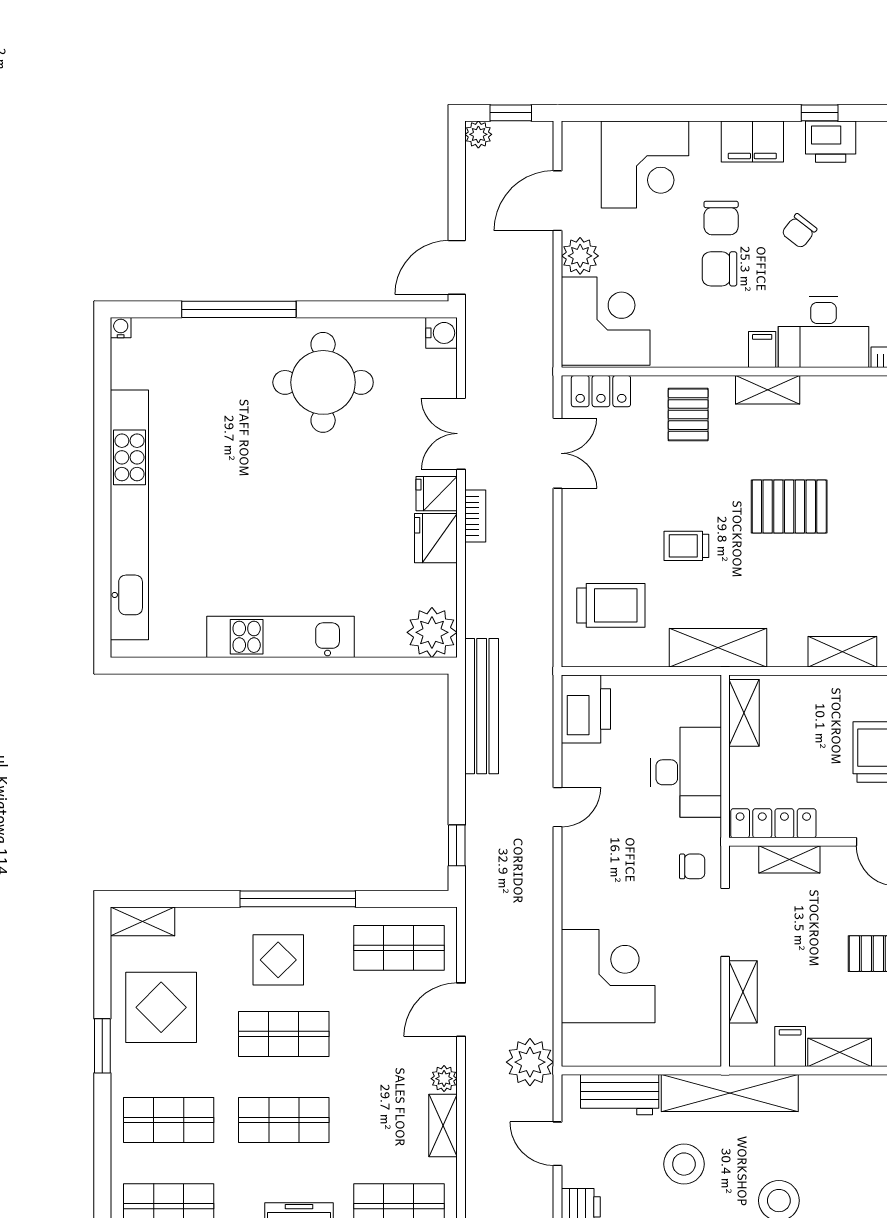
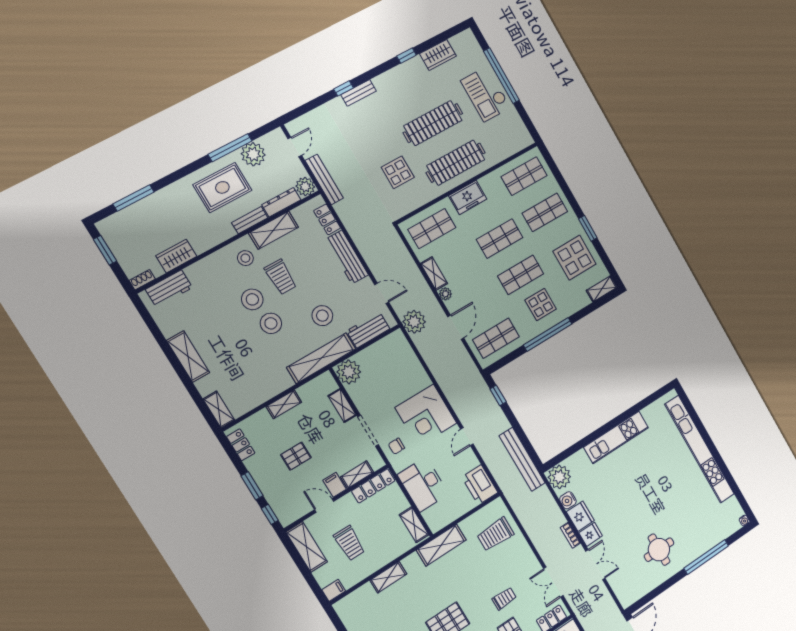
water cooler: (442, 333) -> (568, 500), moved
round table: (323, 382) -> (659, 550), width x0.73, depth x0.73
trolley: (686, 546) -> (504, 599), moved
corner desk: (608, 976) -> (426, 415), moved
plant: (697, 1042) -> (349, 372), added
filing cabinet: (790, 1046) -> (335, 485), moved, turned 180

